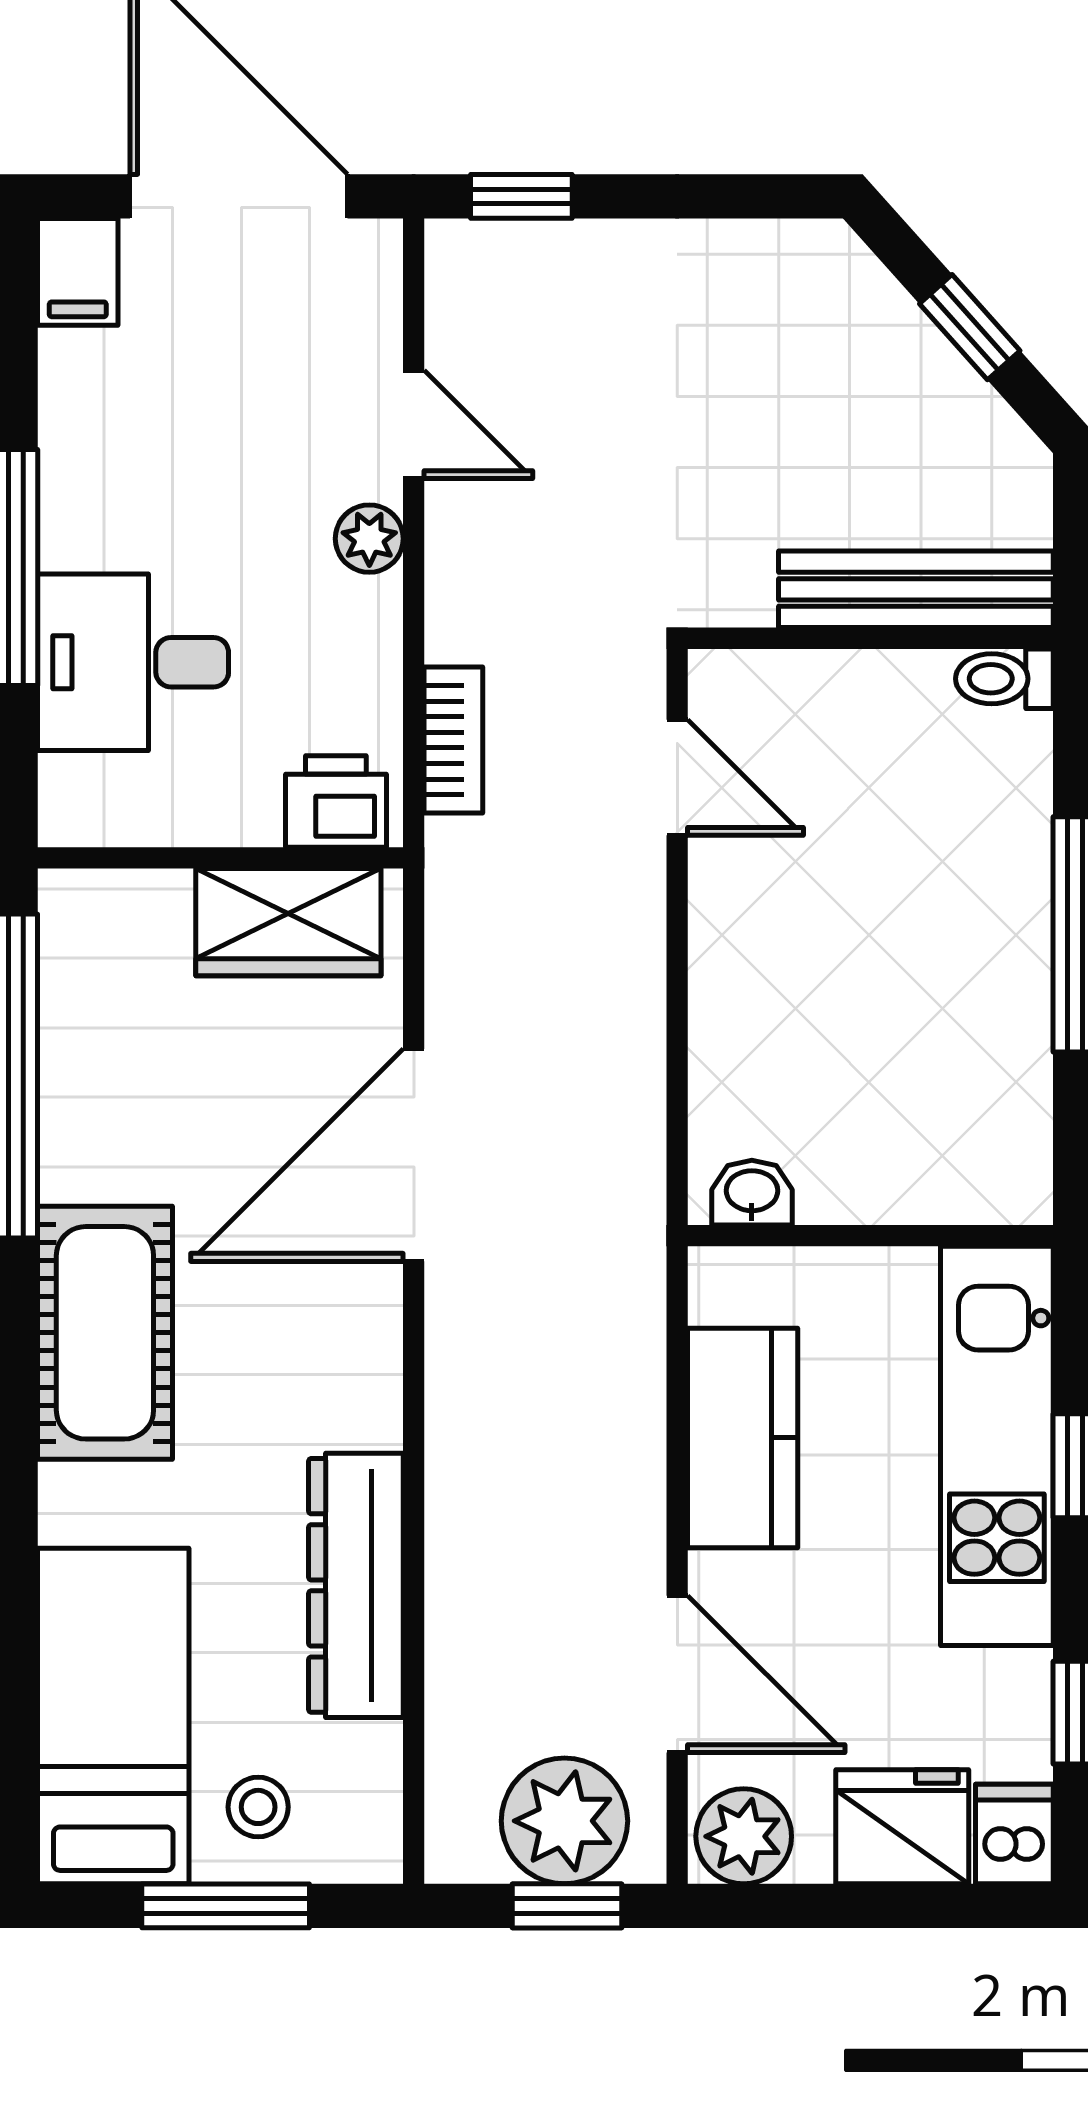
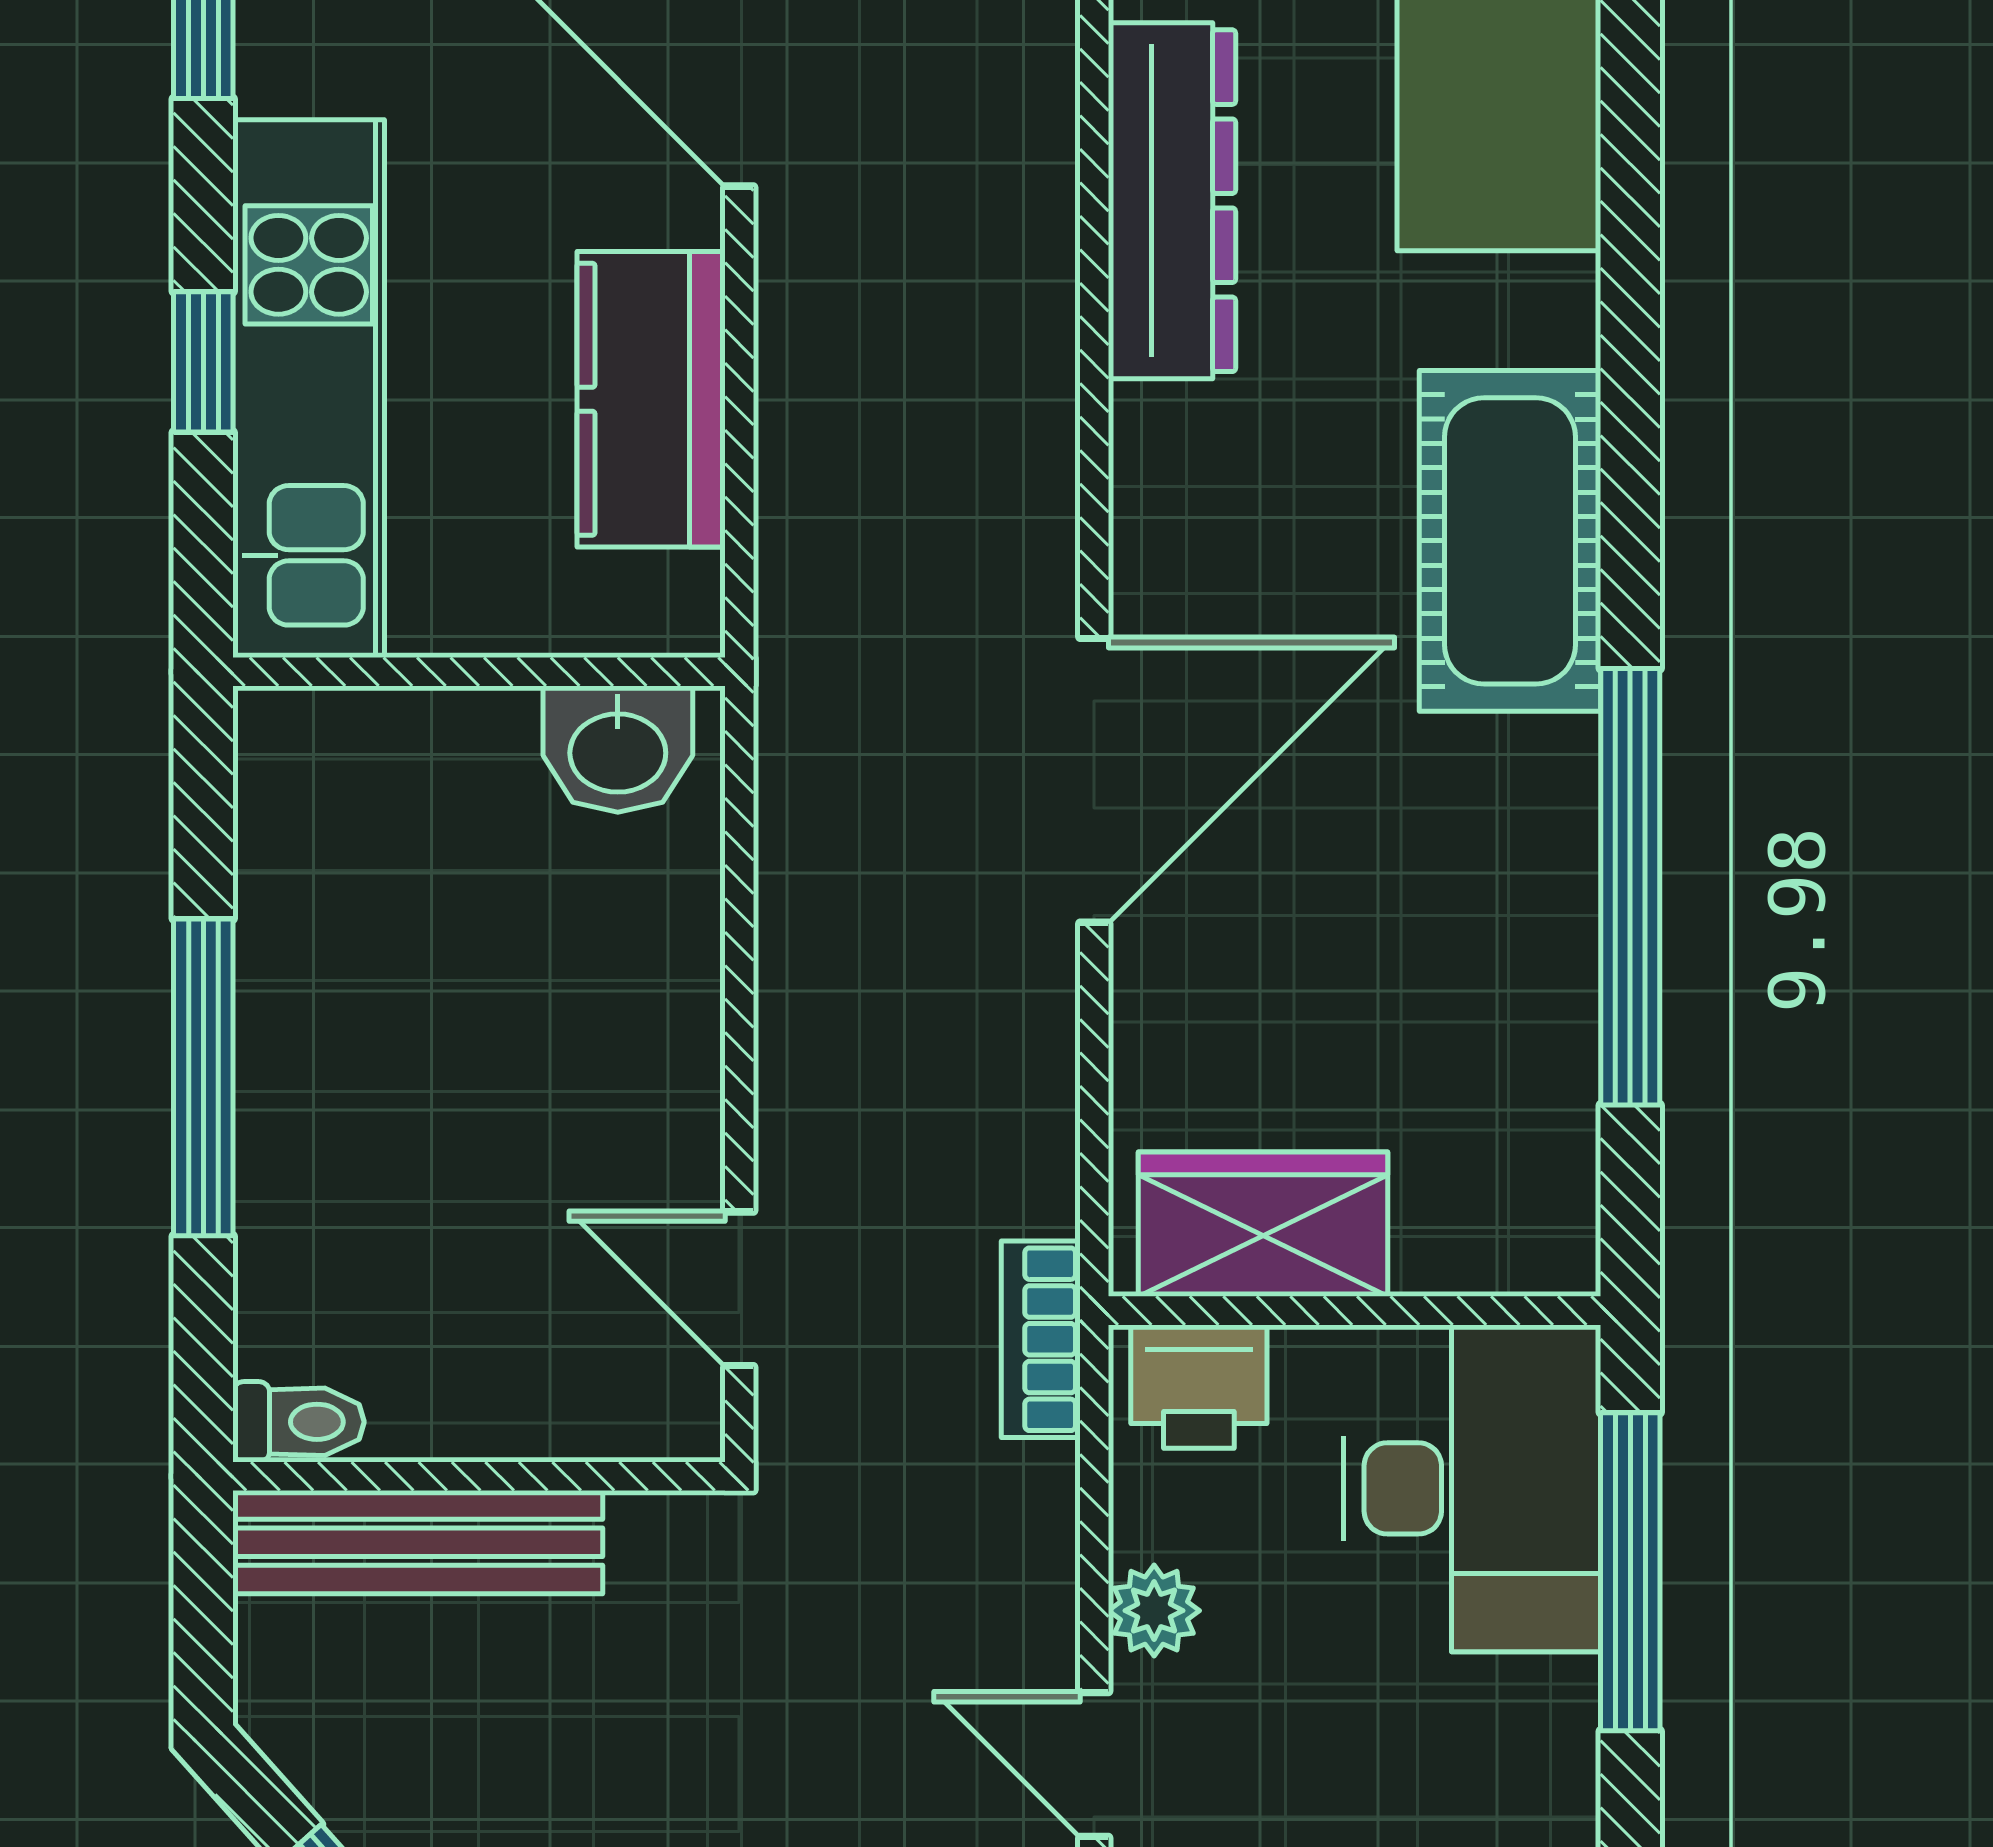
desk: (133, 662) -> (1472, 1488), width x1.37
printer: (336, 802) -> (1199, 1387), moved
wall: (220, 858) -> (1355, 1311), moved
wardrobe: (288, 922) -> (1263, 1224), moved
washbasin: (752, 1193) -> (618, 749), width x1.38, depth x1.45

